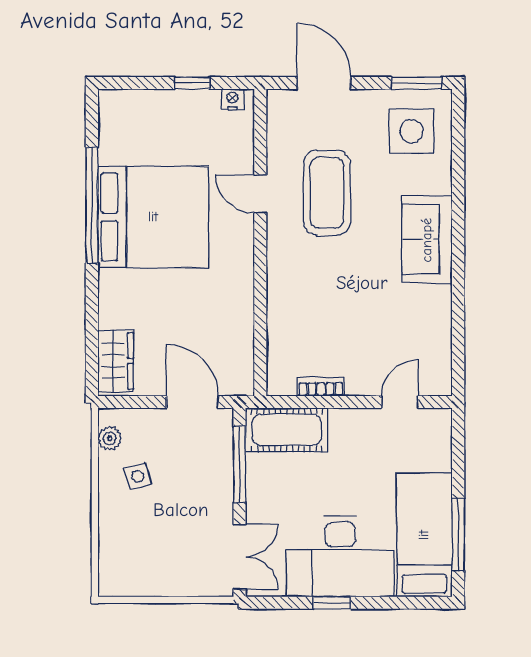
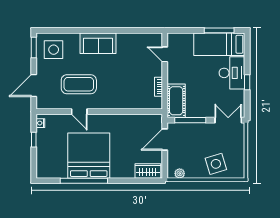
door: (260, 194) -> (79, 112), hinge flipped
side table: (138, 476) -> (216, 164), moved, width x1.87, depth x1.87
desk: (340, 556) -> (232, 73), width x0.73, depth x0.77

